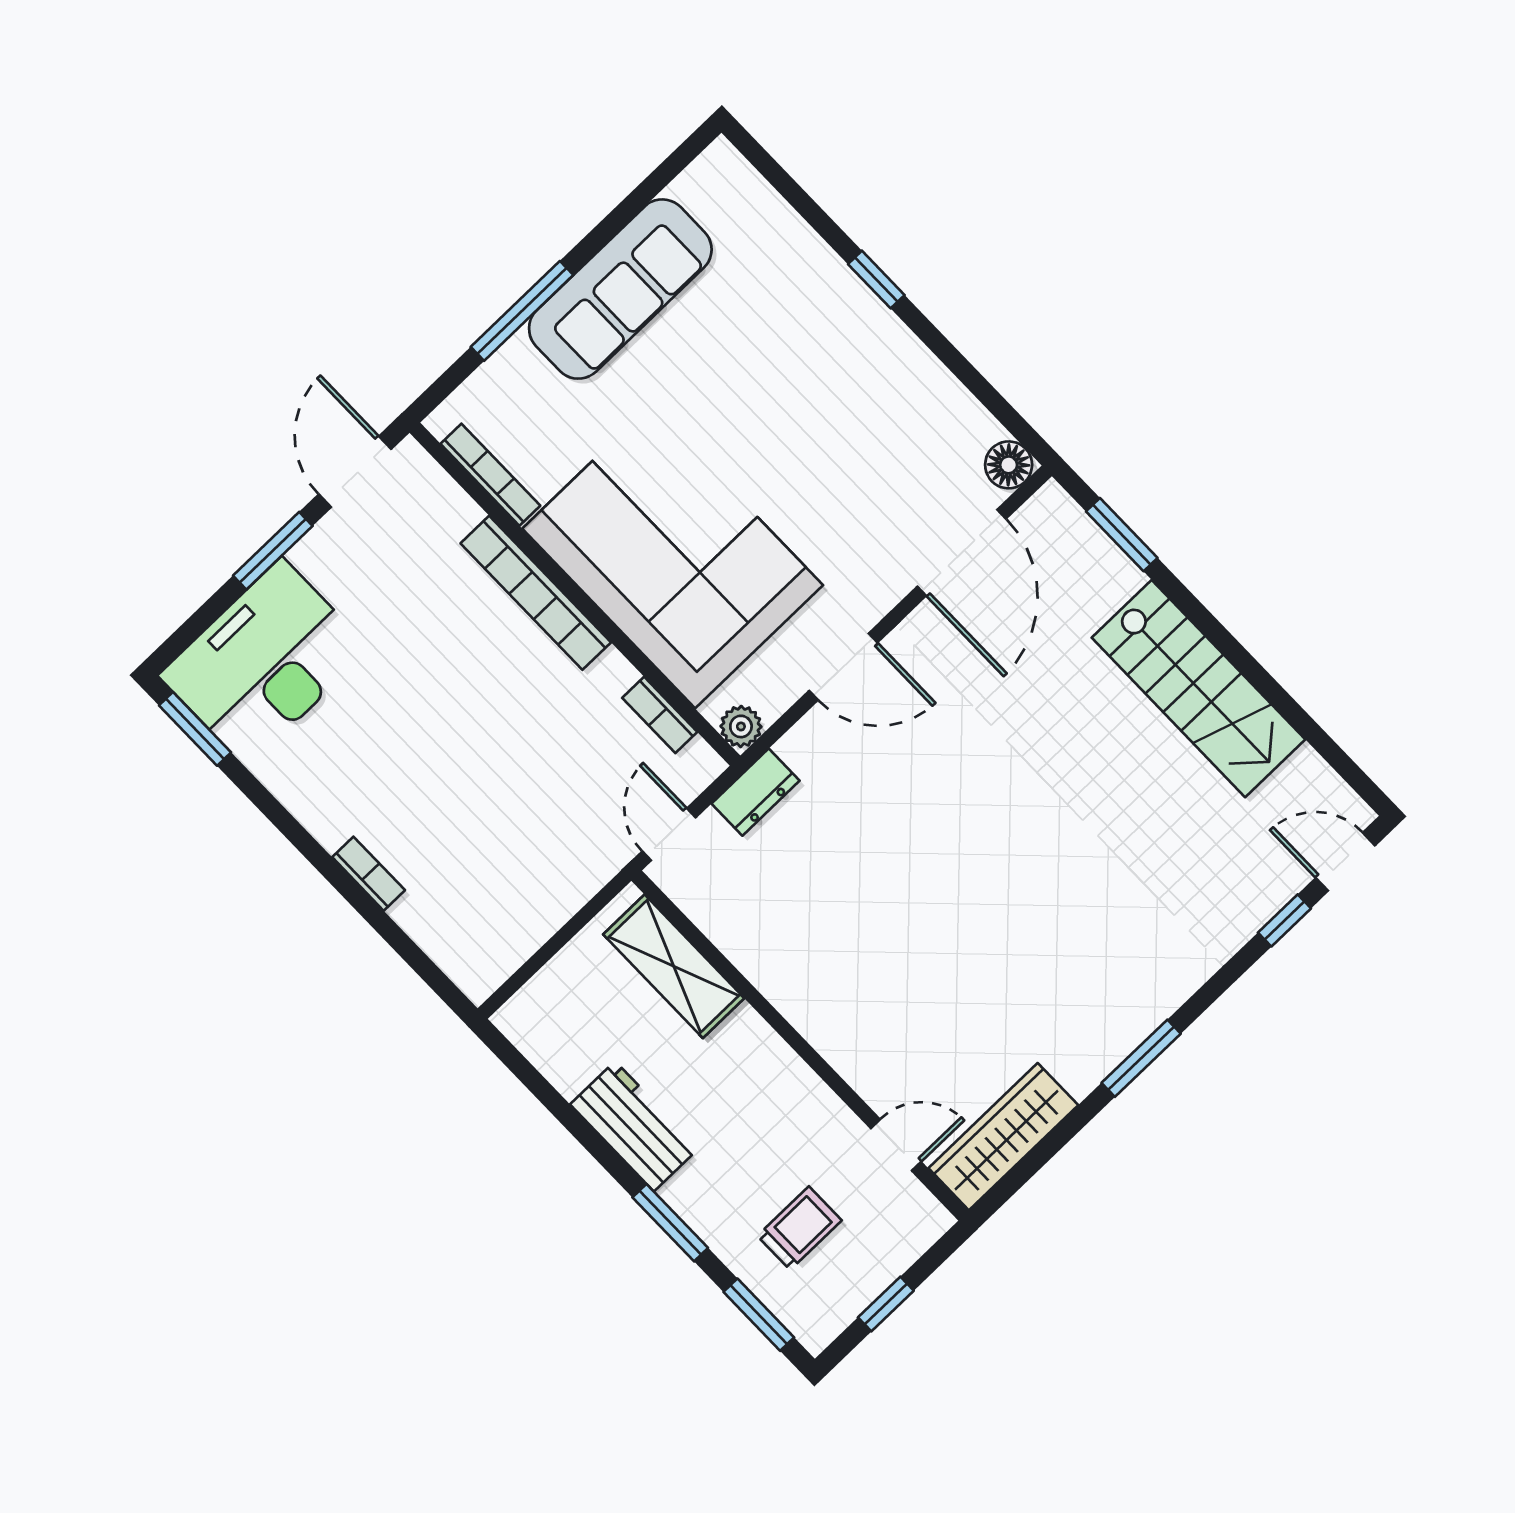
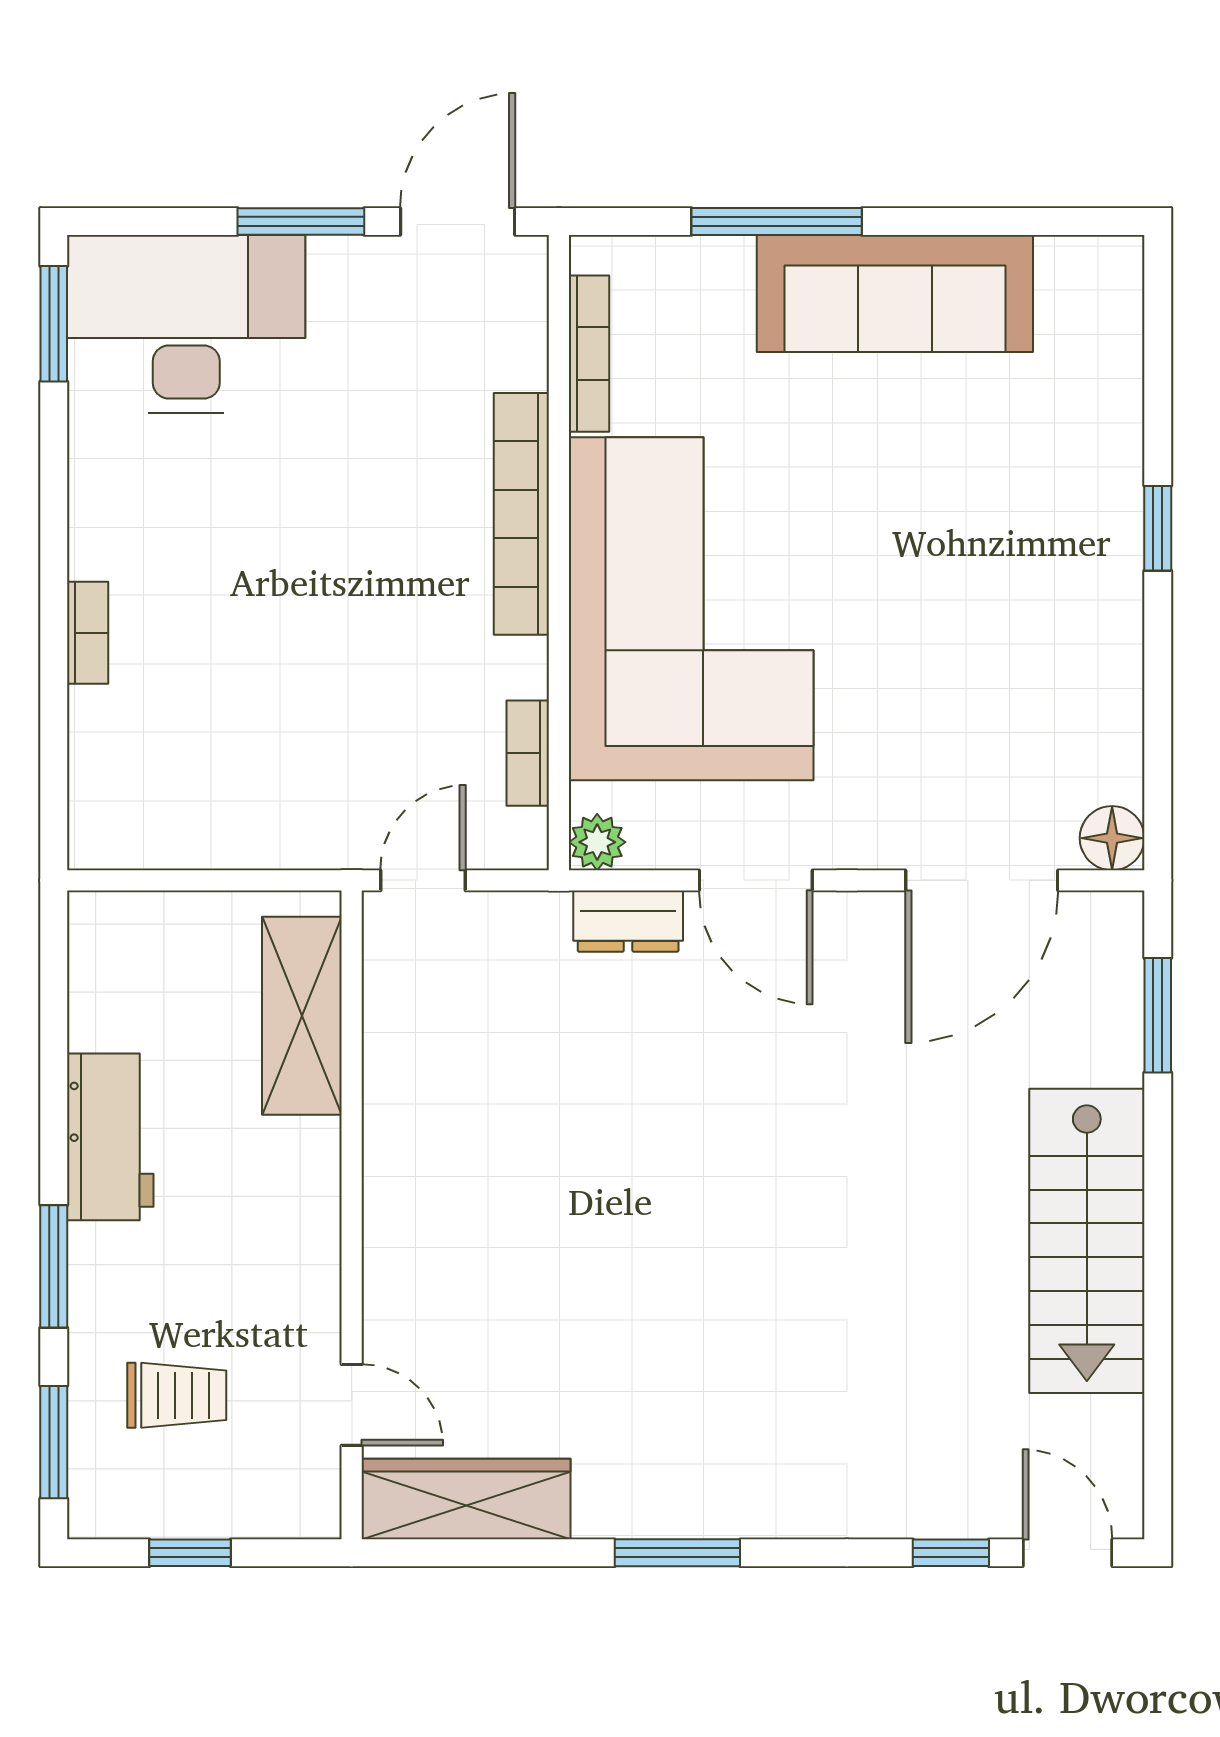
dresser: (756, 792) -> (628, 921), moved

